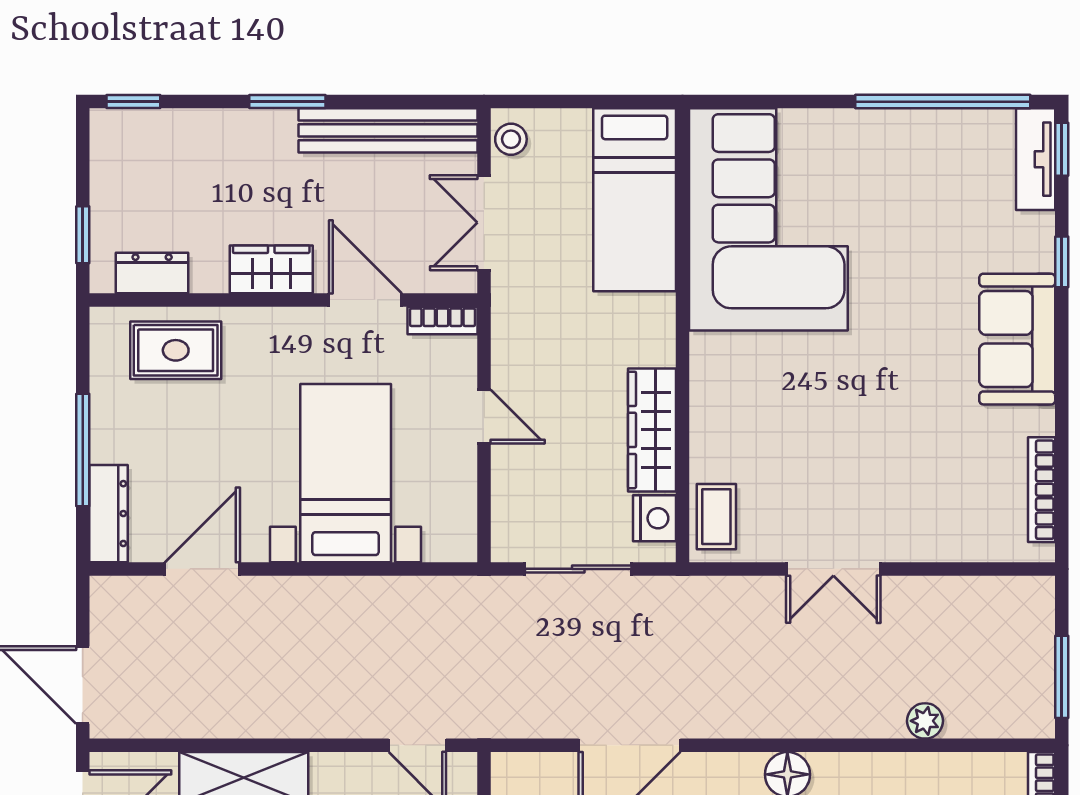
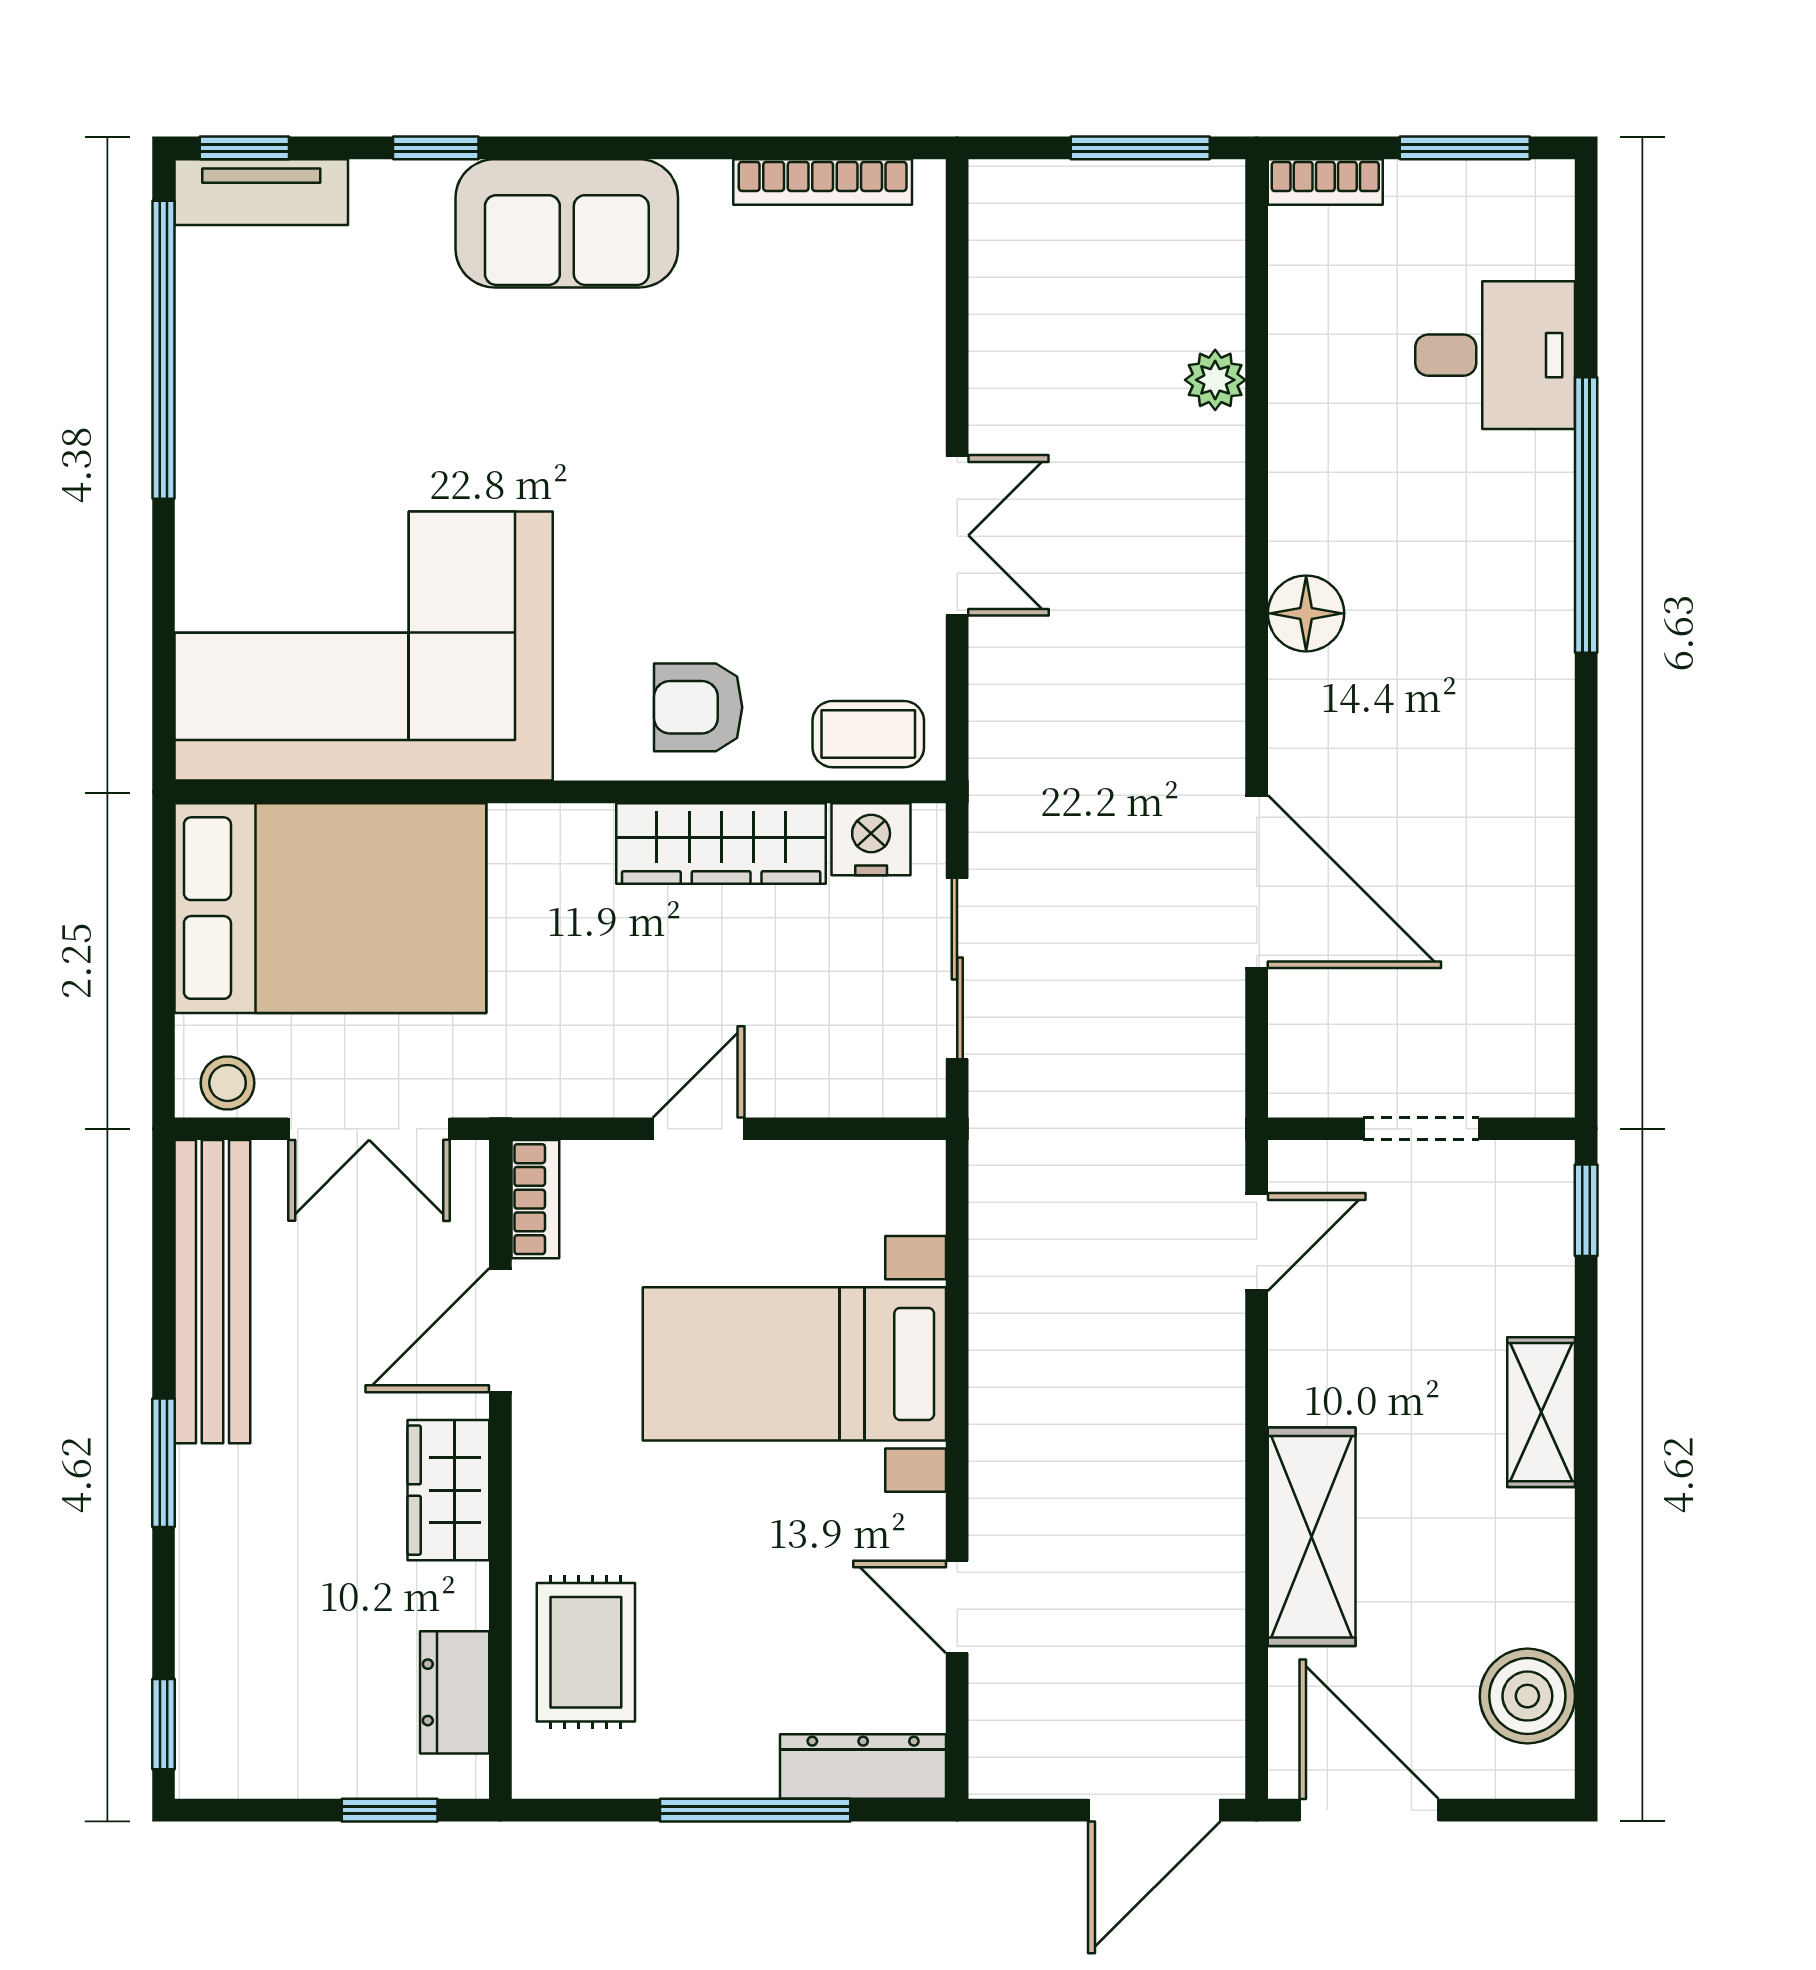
bed: (635, 200) -> (330, 908), width x1.50
armchair: (732, 416) -> (698, 707), added
door: (202, 569) -> (957, 1607), width x0.73

